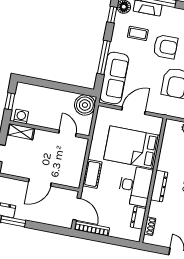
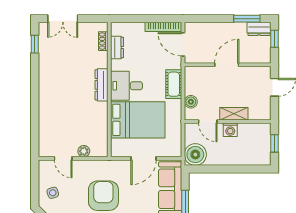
washing machine: (21, 117) -> (230, 130), moved
shelving: (21, 132) -> (234, 114), moved
boiler: (80, 155) -> (191, 102), added
desk: (135, 186) -> (127, 86), width x0.73

